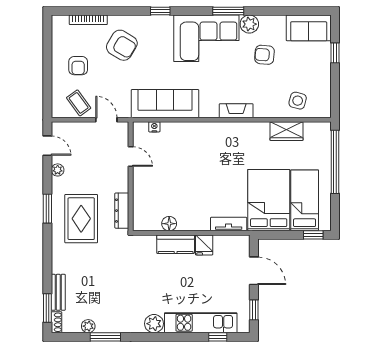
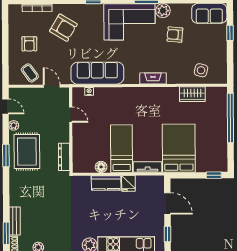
bed: (305, 200) -> (122, 149), moved
rug: (81, 219) -> (27, 152), moved

